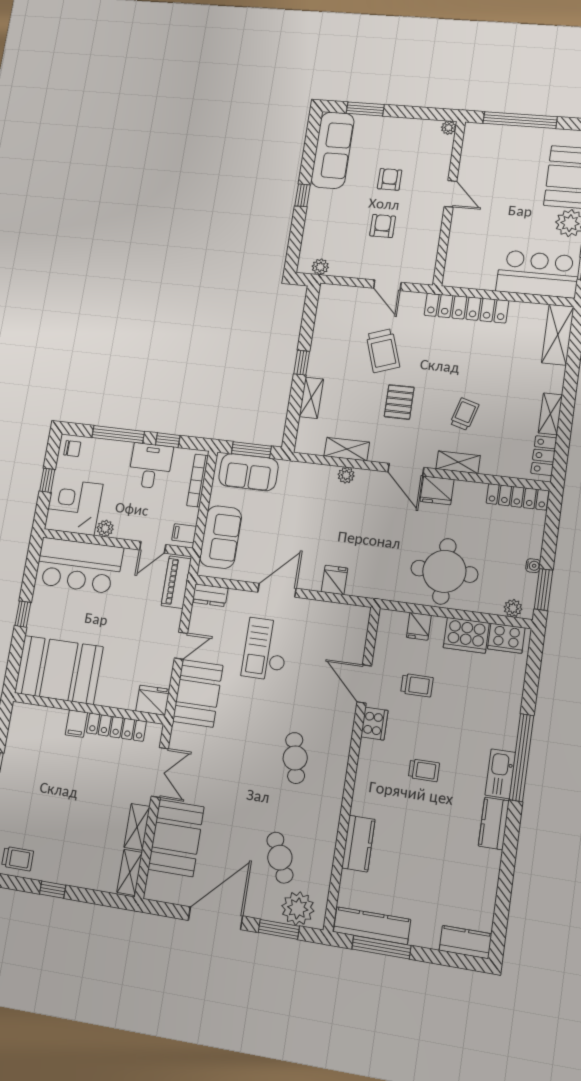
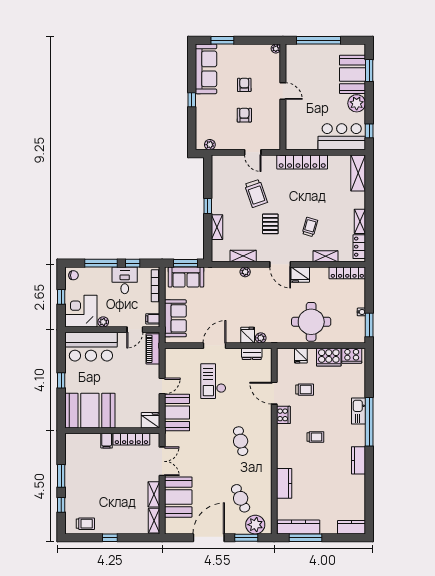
shelving: (458, 462) -> (326, 256), moved
dresser: (210, 595) -> (252, 354), moved
plant: (513, 608) -> (261, 338), moved
kitchen sink: (500, 774) -> (358, 411), moved

